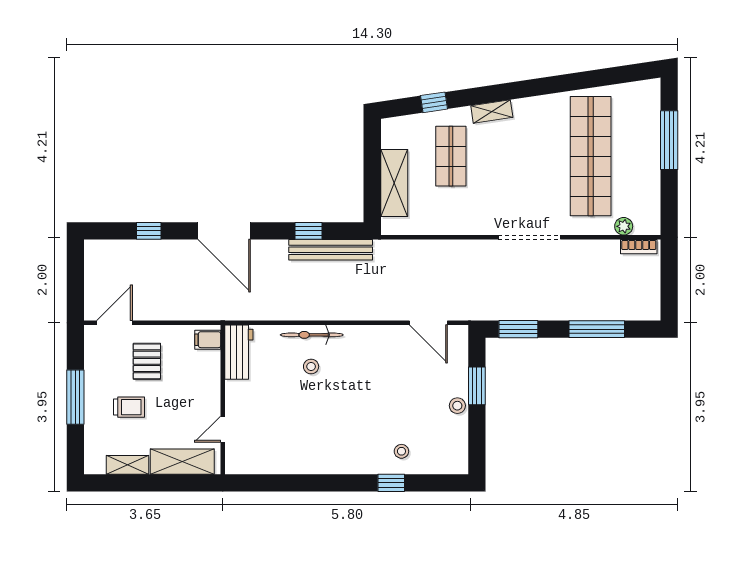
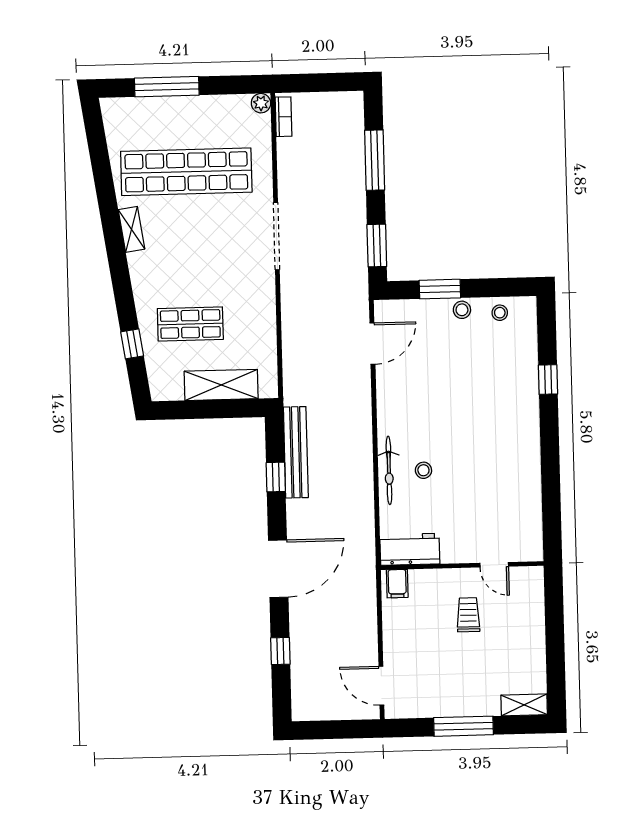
shelving: (492, 111) -> (131, 229), moved
plant: (624, 226) -> (261, 103), moved
pallet: (147, 361) -> (422, 649), removed
trolley: (129, 407) -> (468, 615), moved
stool: (401, 451) -> (500, 313), moved
shelving: (182, 462) -> (531, 608), removed
shelving: (128, 465) -> (524, 705), moved, turned 90

